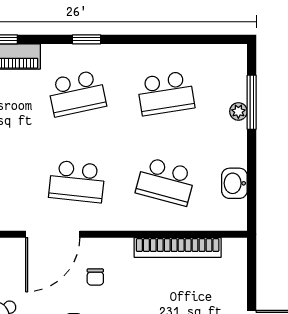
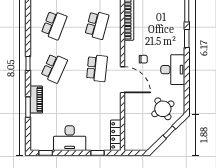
school desk: (77, 93) -> (54, 68), turned 36
school desk: (166, 93) -> (54, 25), turned 30

